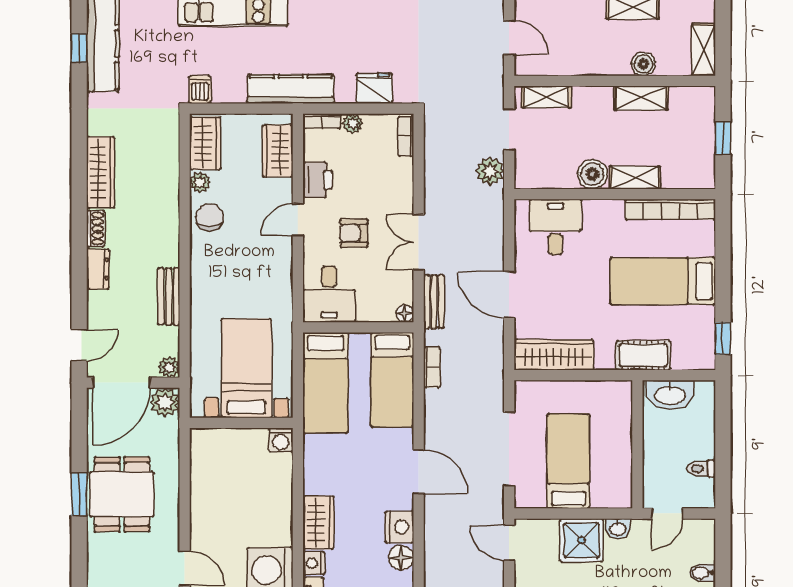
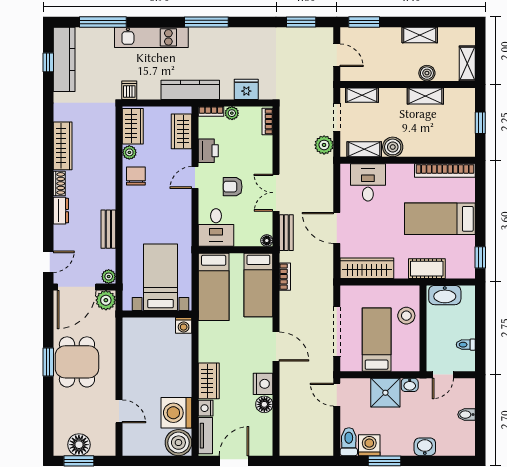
shelving: (635, 178) -> (364, 149), moved
stool: (613, 425) -> (406, 316), added

